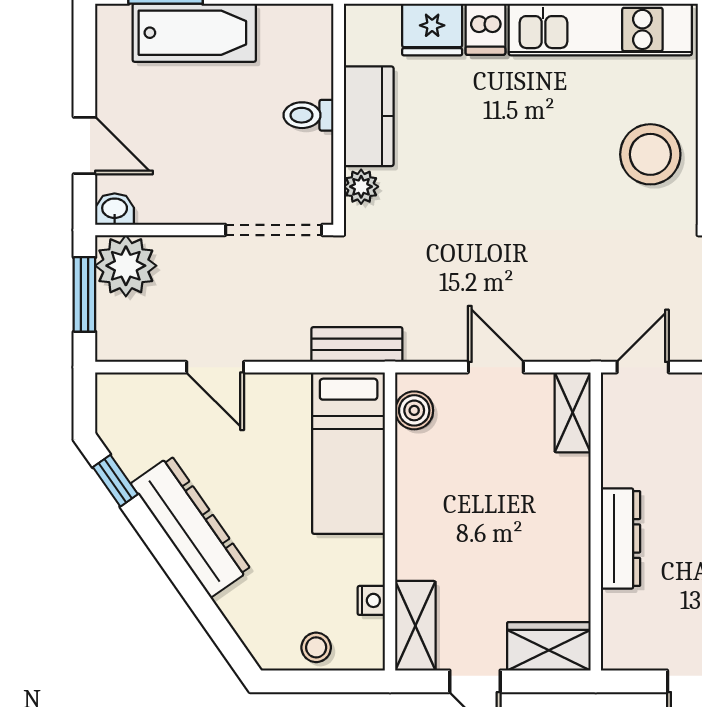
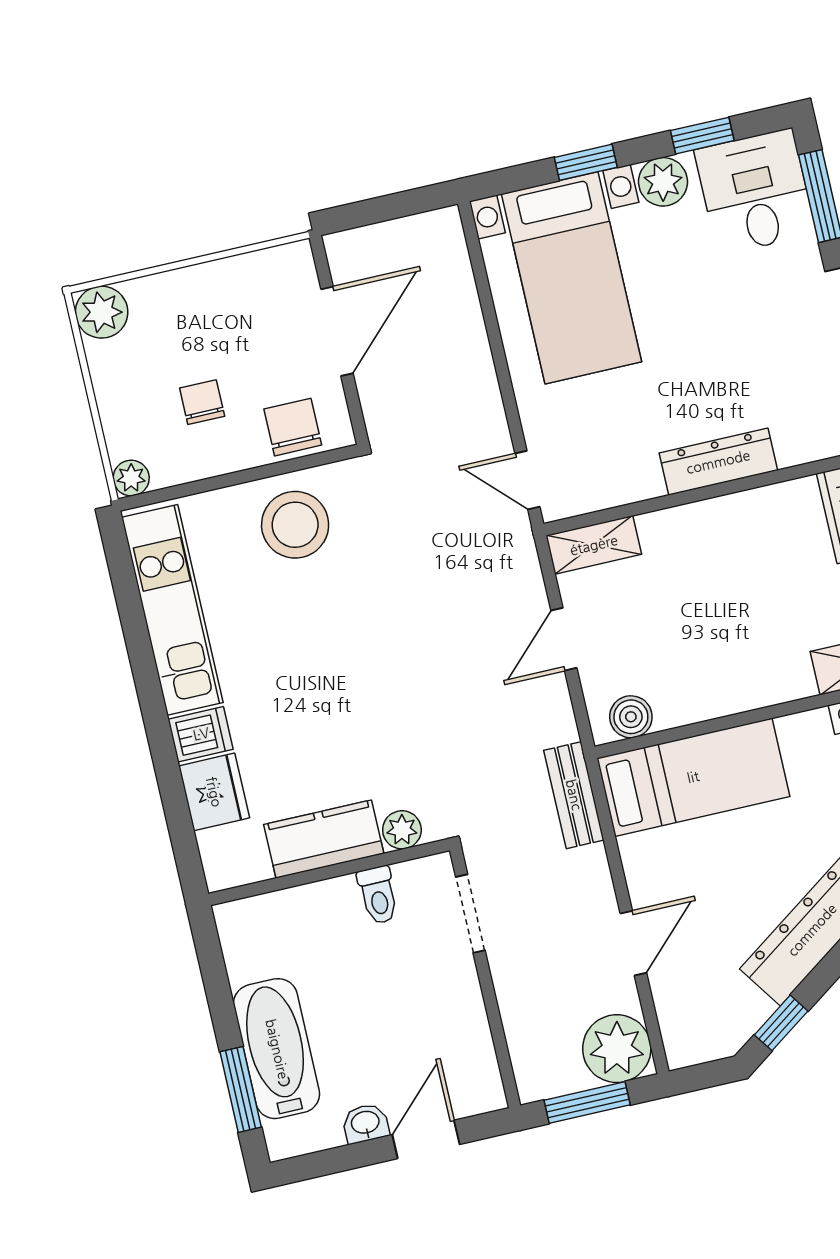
toilet: (308, 115) -> (378, 895), moved
washbasin: (115, 209) -> (365, 1123), moved, turned 90
doorway: (274, 230) -> (470, 914), width x0.73
plant: (126, 266) -> (617, 1049), moved

